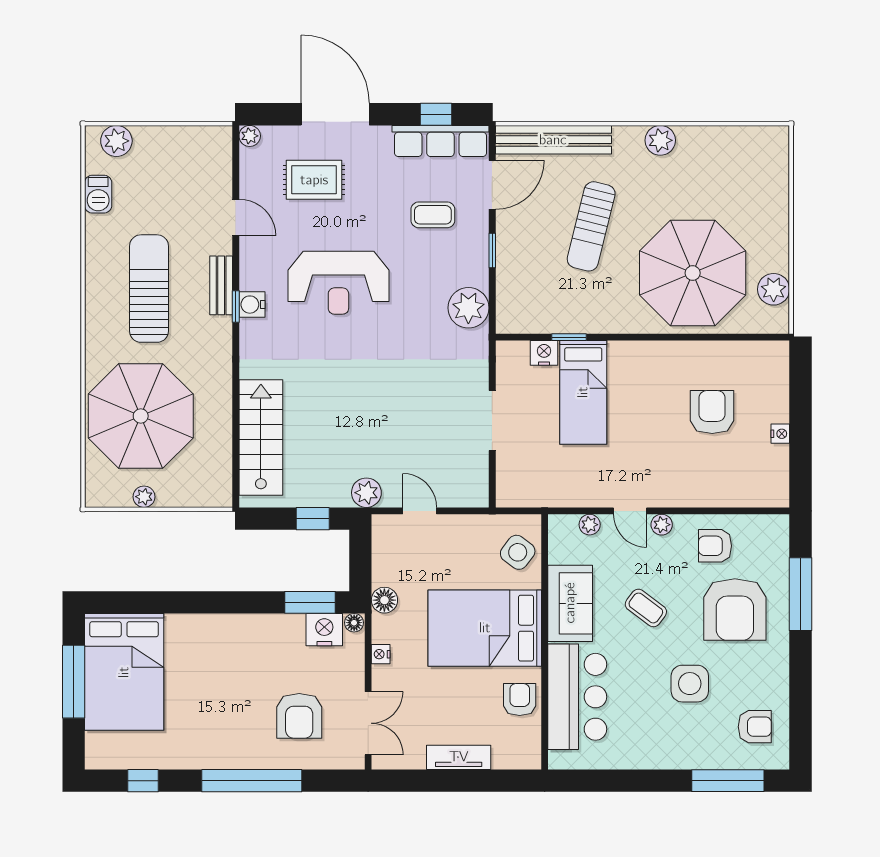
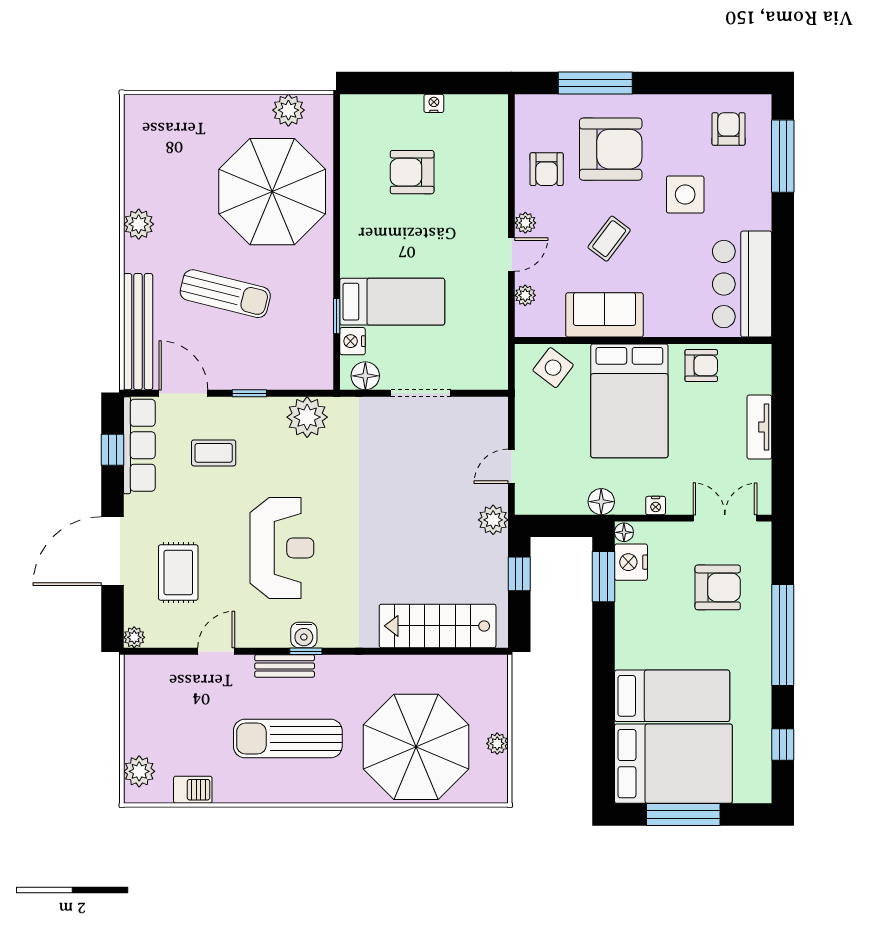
coffee table: (433, 215) -> (214, 453), turned 90
floor lamp: (510, 366) -> (365, 376), added
bed: (191, 671) -> (672, 696), added
bar counter: (577, 697) -> (742, 284), moved, turned -90
armchair: (520, 700) -> (701, 366), turned 180

